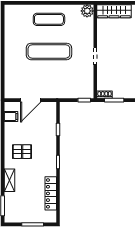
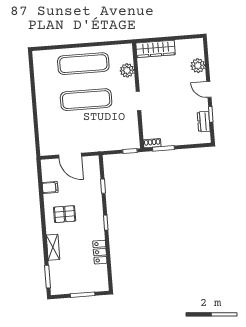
plant: (87, 11) -> (127, 70), moved
exercise mat: (49, 19) -> (83, 64), width x1.36, depth x1.45
door: (31, 100) -> (70, 156), hinge flipped
filing cabinet: (11, 117) -> (50, 187), moved
locker: (51, 193) -> (100, 252), width x0.66

